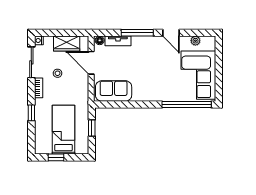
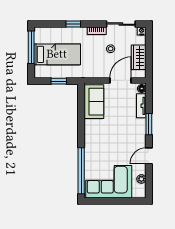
window: (137, 33) -> (149, 124), width x0.69
window: (56, 157) -> (31, 47), width x2.17

